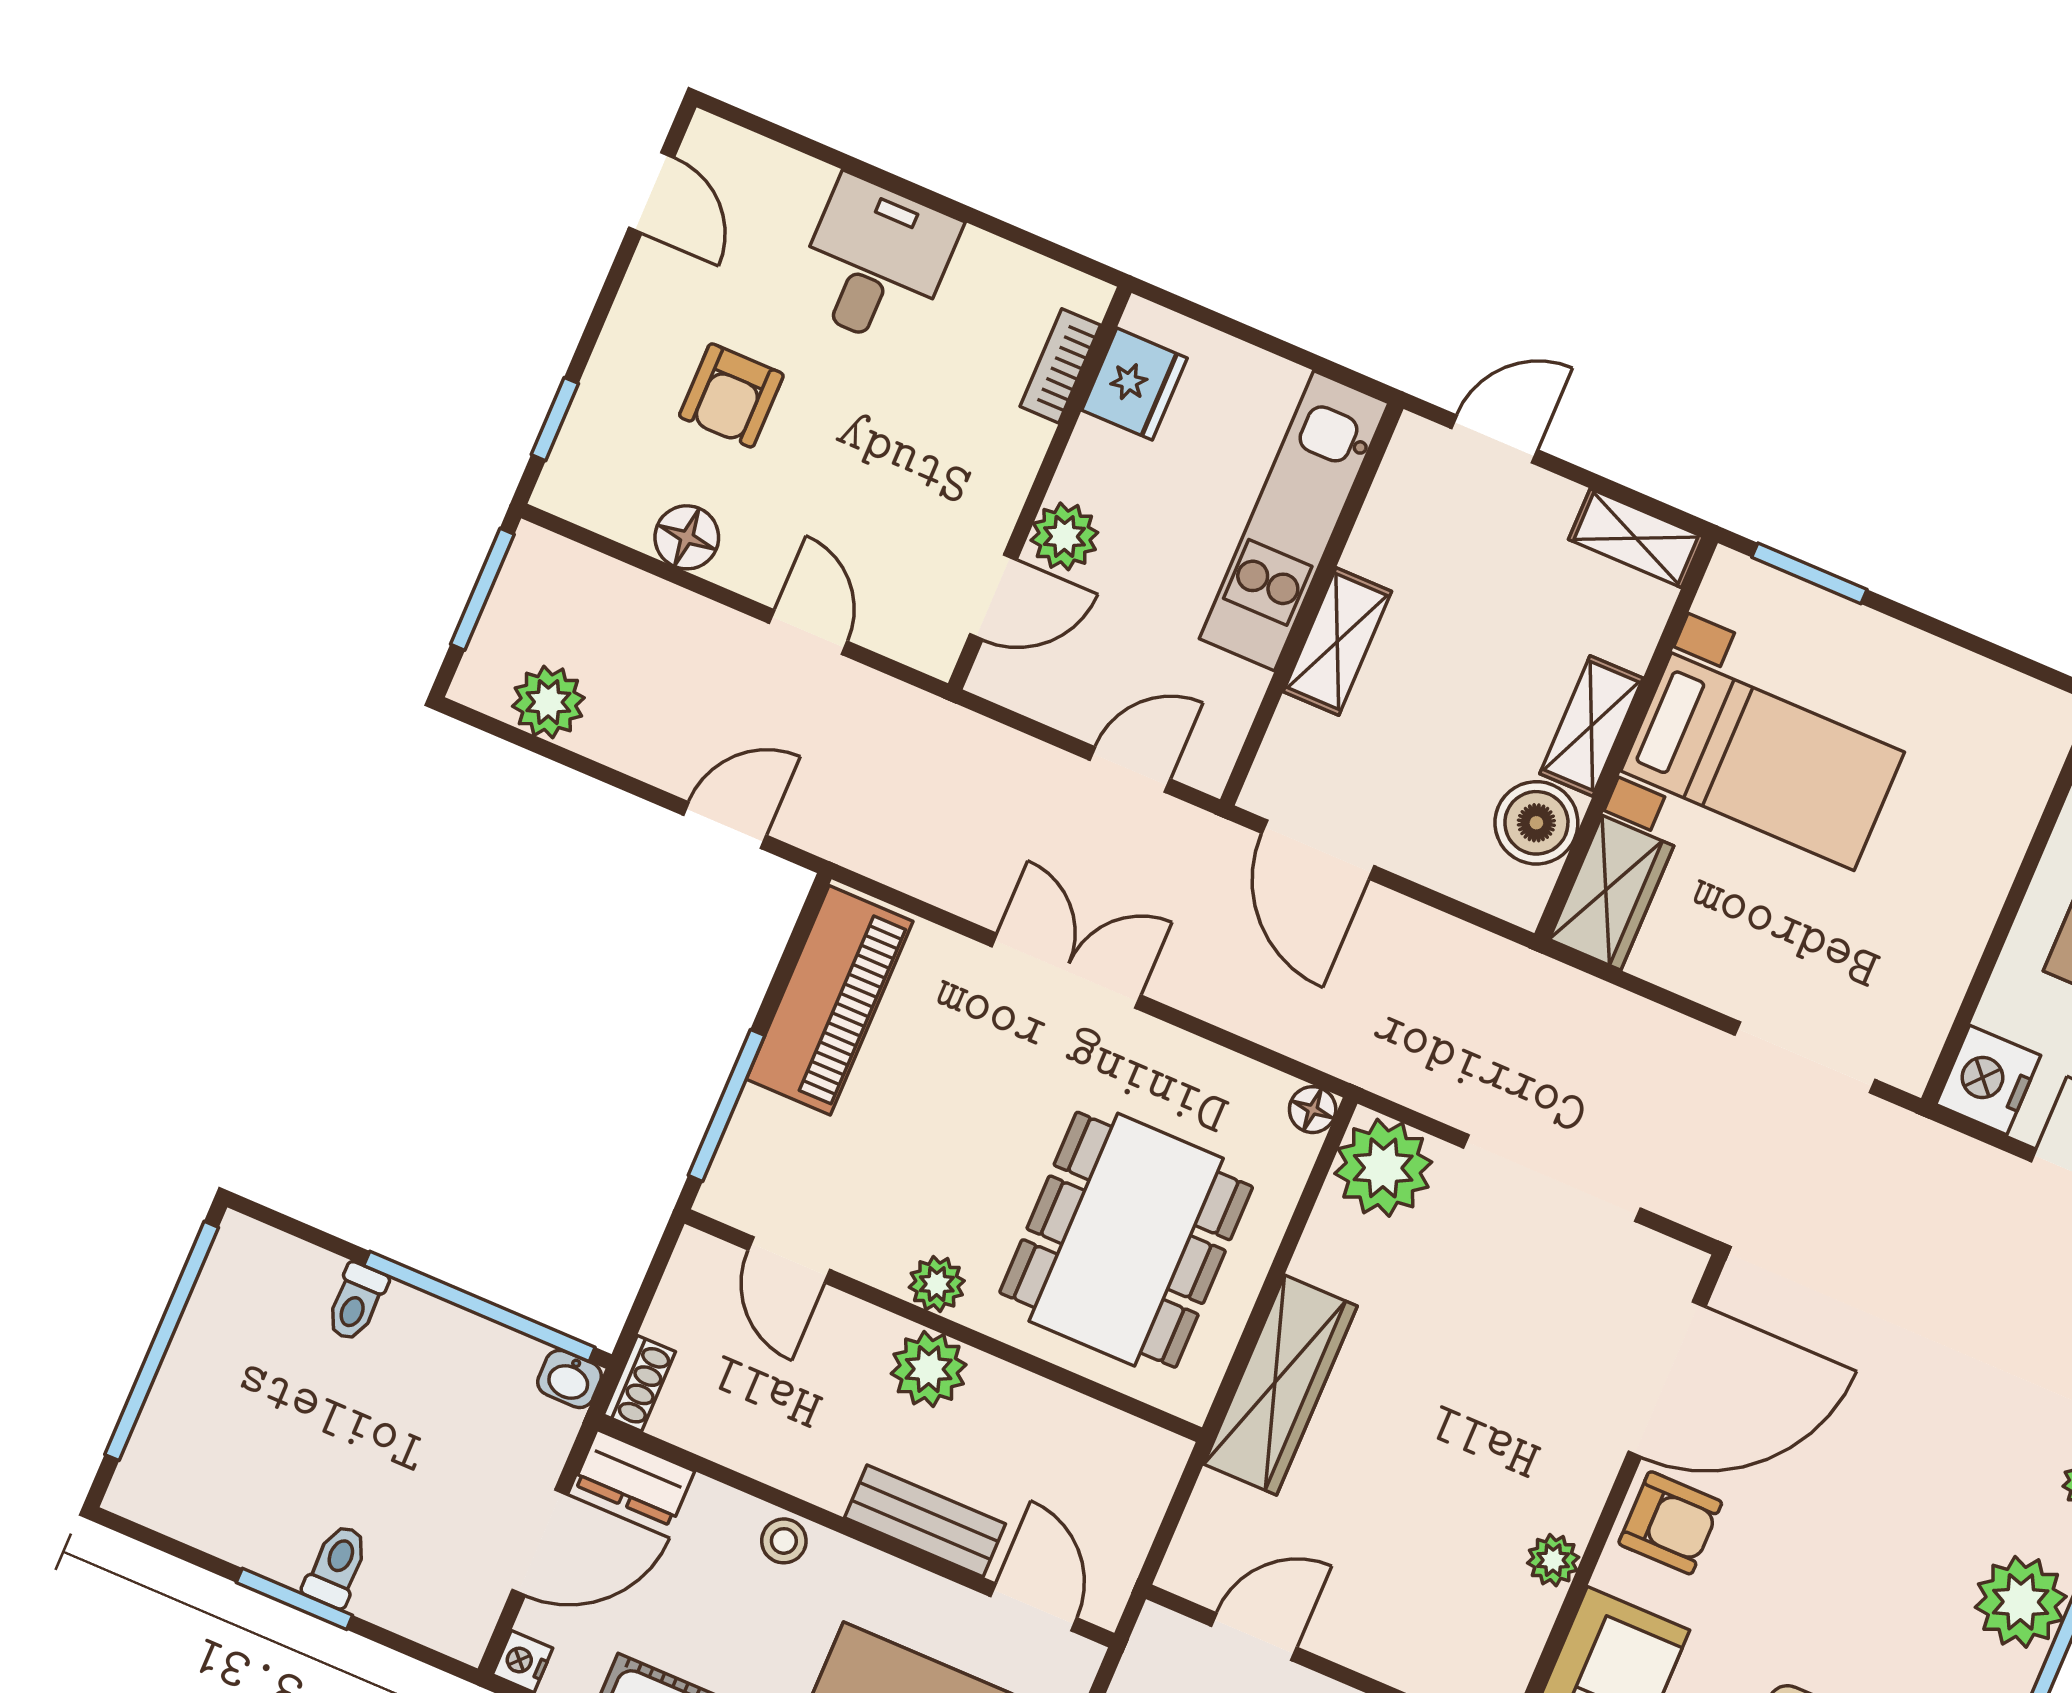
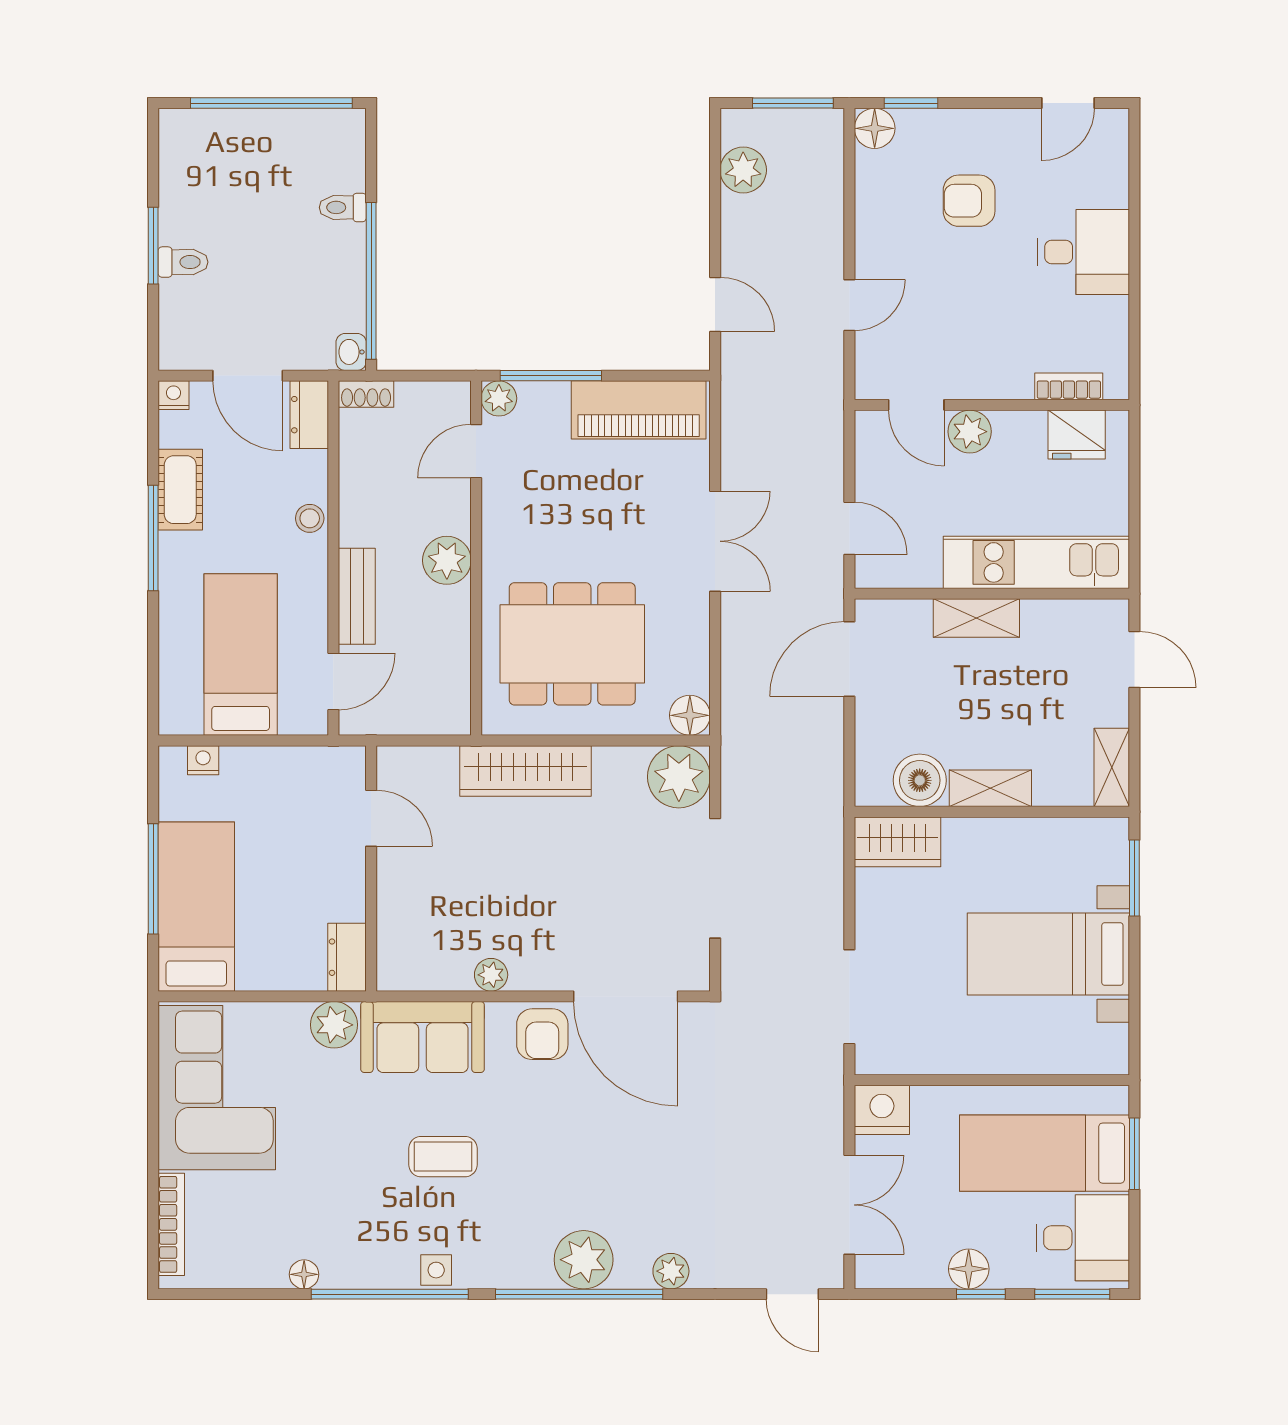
floor lamp: (687, 537) -> (875, 128), moved
bed with nightstands: (1763, 762) -> (1048, 954), moved, turned 90
floor lamp: (1313, 1110) -> (690, 715), width x1.37, depth x1.37
plant: (937, 1284) -> (499, 398), moved

